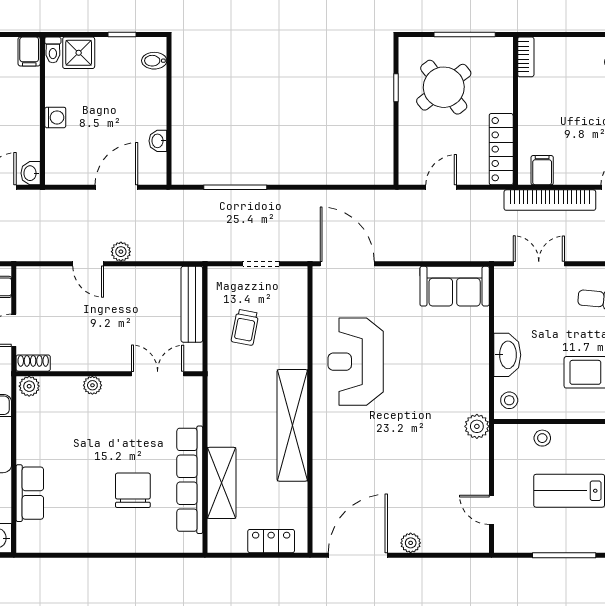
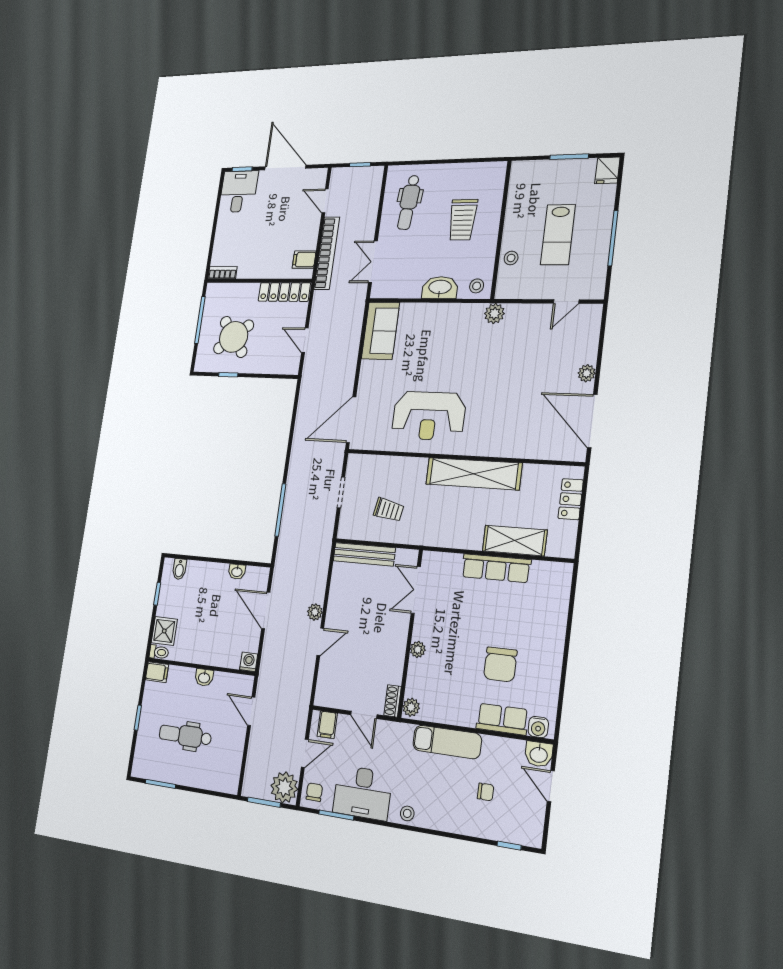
washing machine: (55, 117) -> (249, 662), moved
washbasin: (31, 173) -> (204, 677), moved
row of seats: (190, 480) -> (496, 568), width x0.73
chair: (133, 490) -> (500, 664), moved, turned -90
water cooler: (27, 534) -> (538, 727), added

